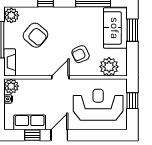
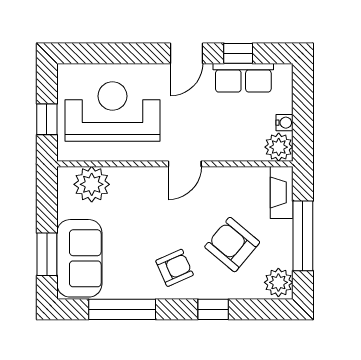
armchair: (81, 54) -> (175, 268), moved
reception desk: (98, 105) -> (112, 112), turned 180

